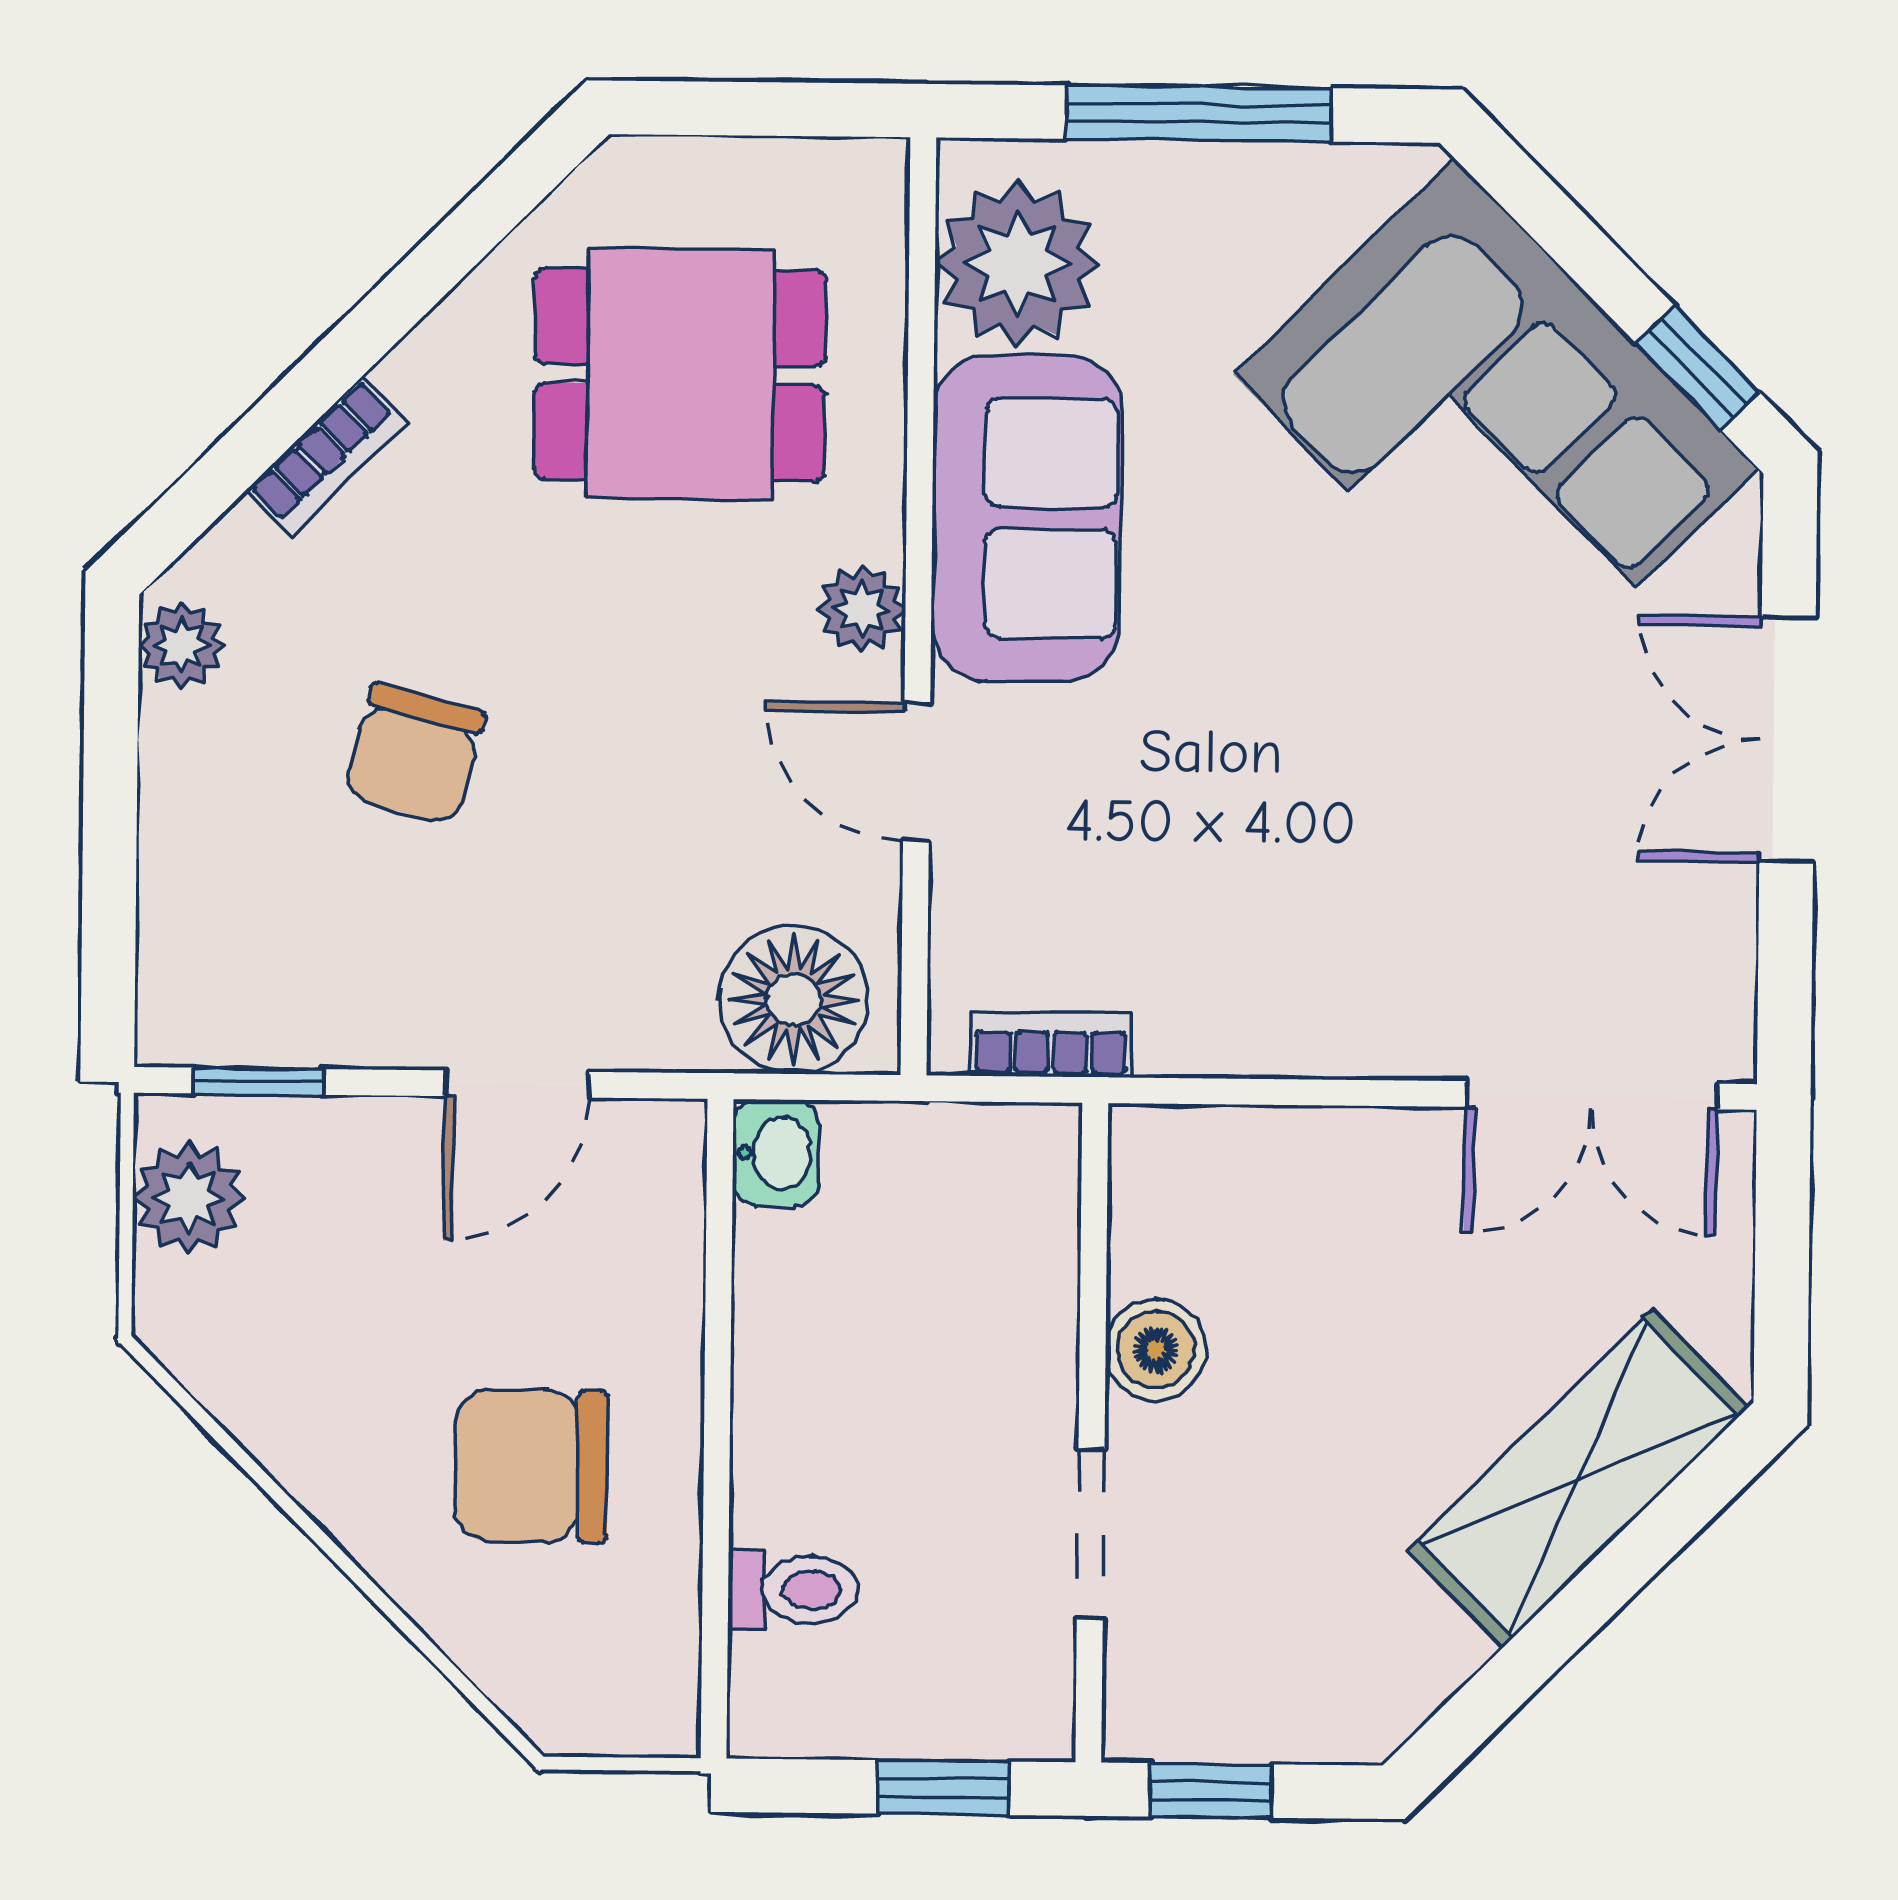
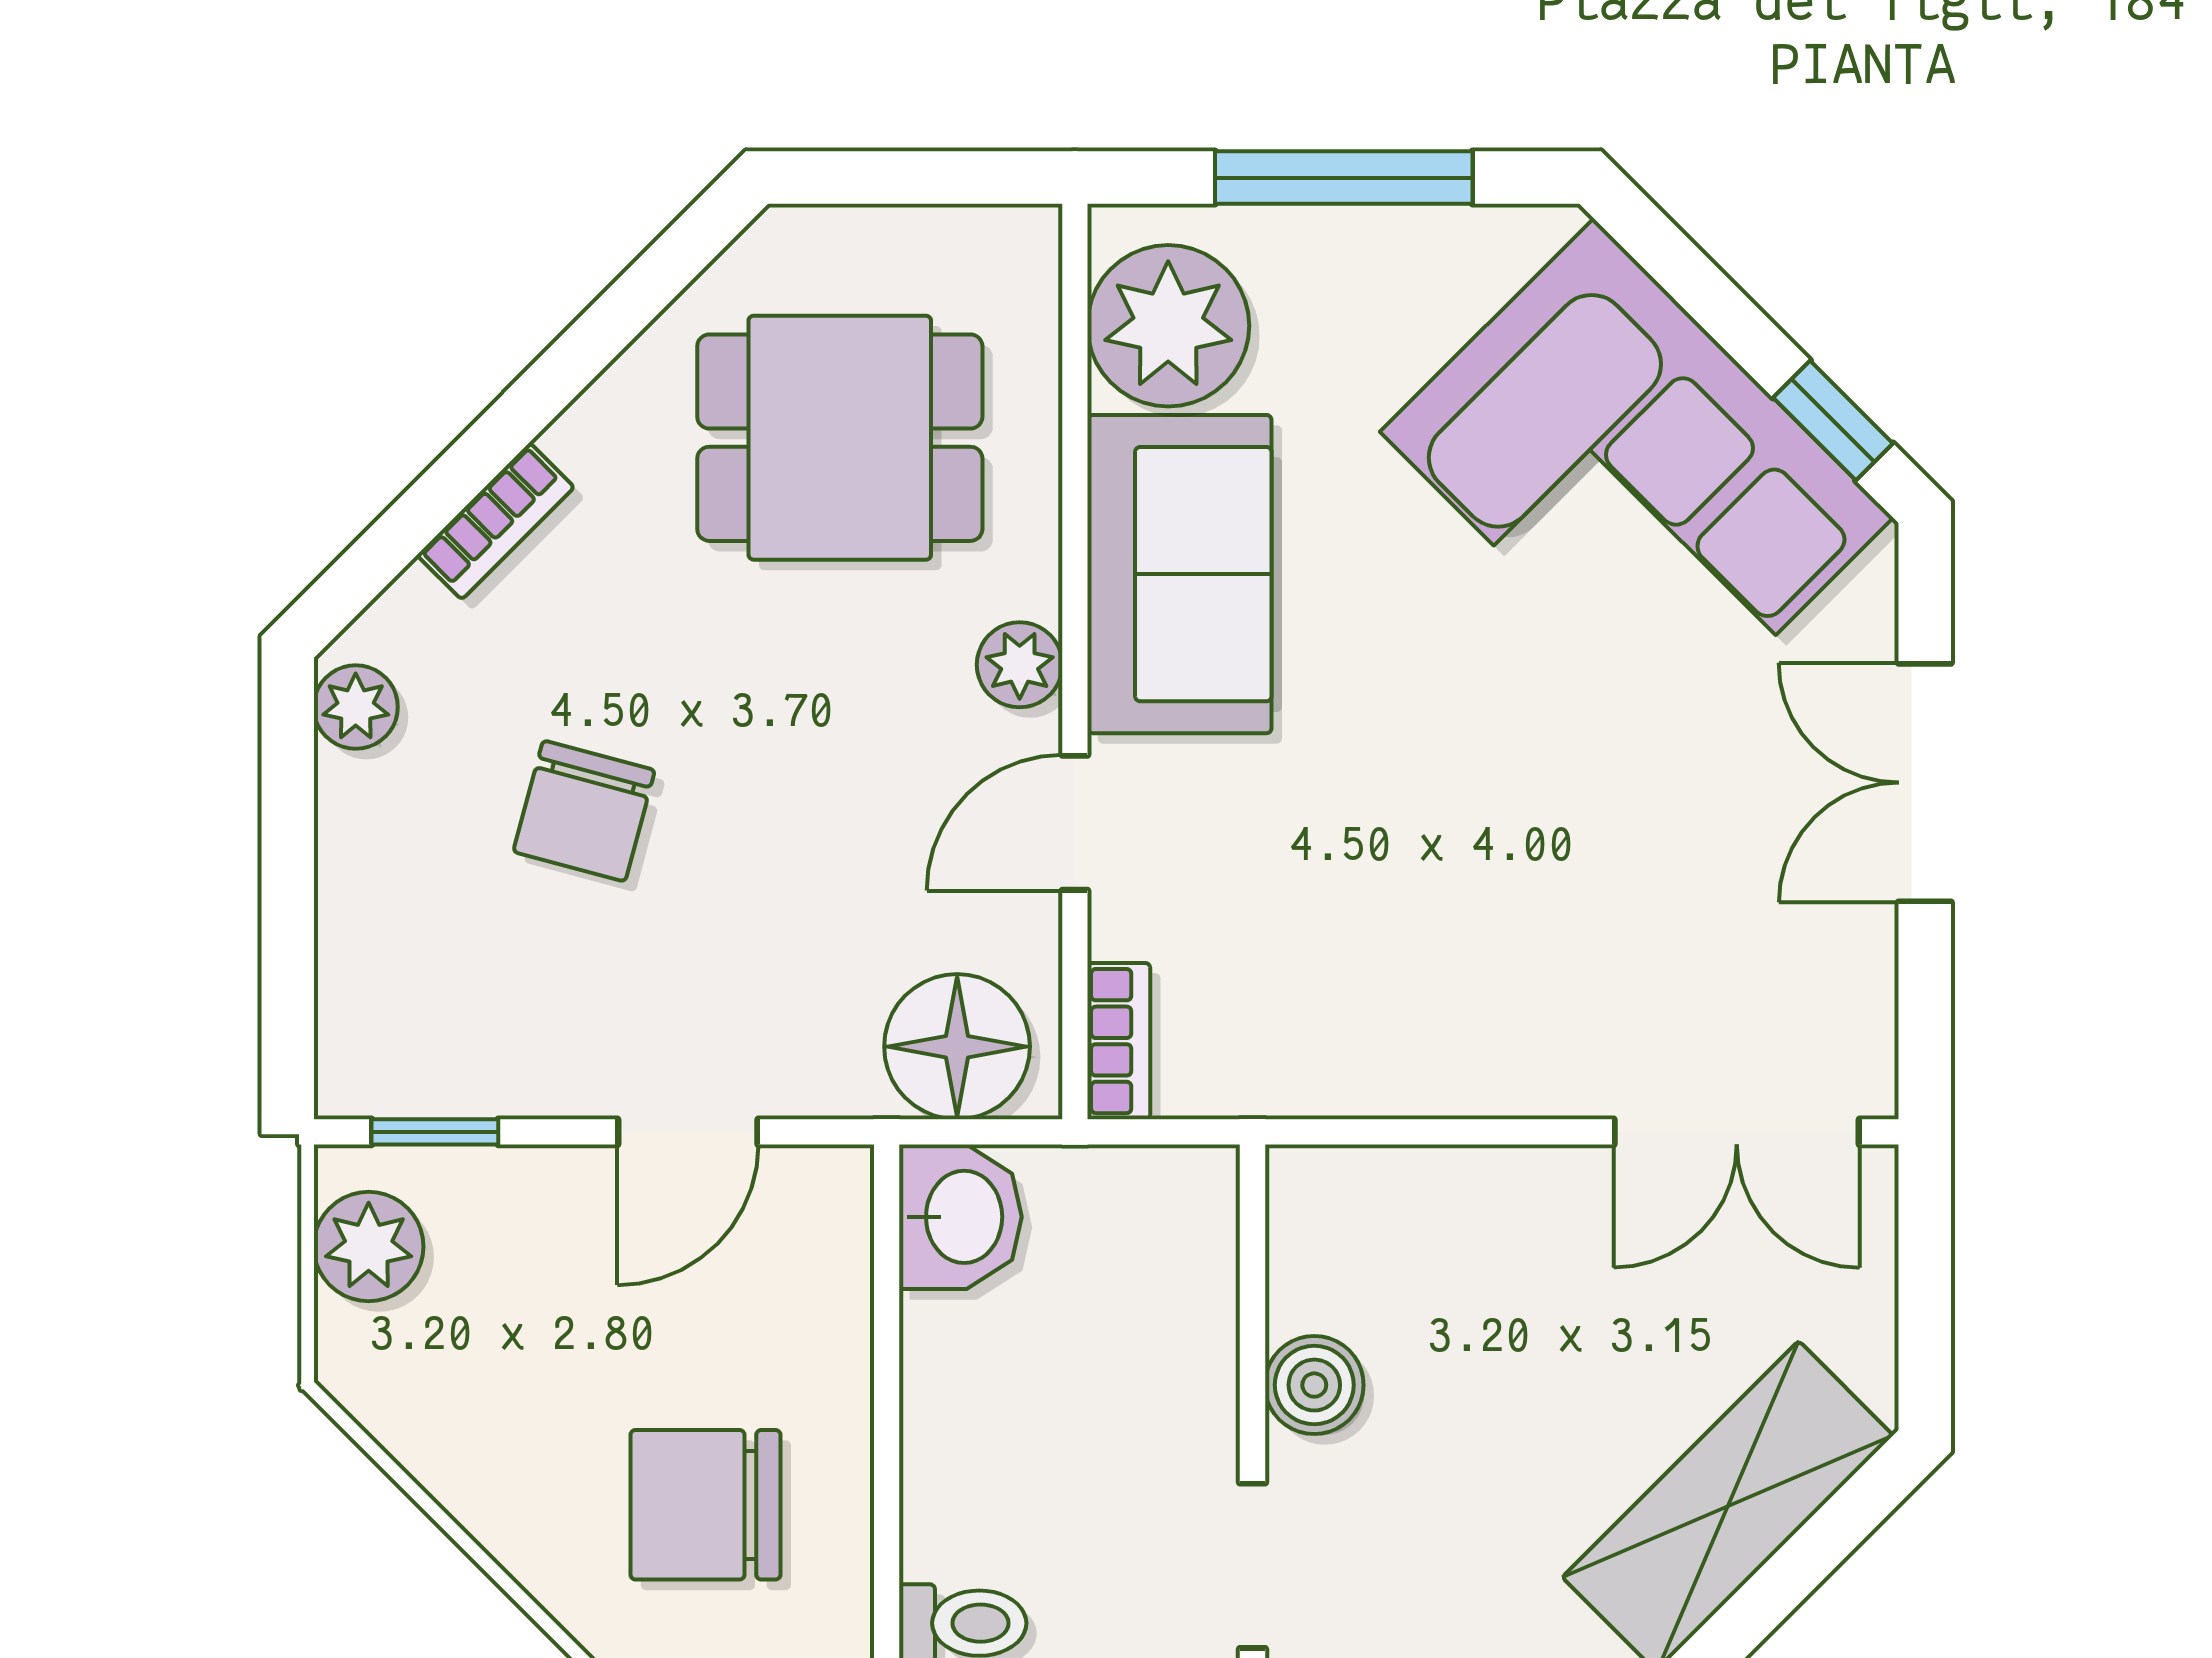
door: (917, 772) -> (1075, 823), hinge flipped
bookcase: (1051, 1045) -> (1119, 1041), moved, turned 90
washbasin: (776, 1153) -> (960, 1217), width x1.38, depth x1.45

